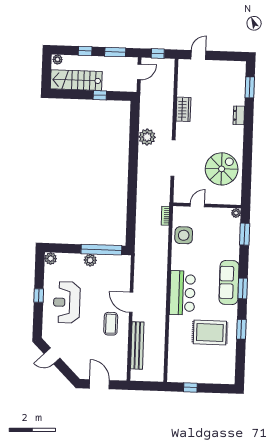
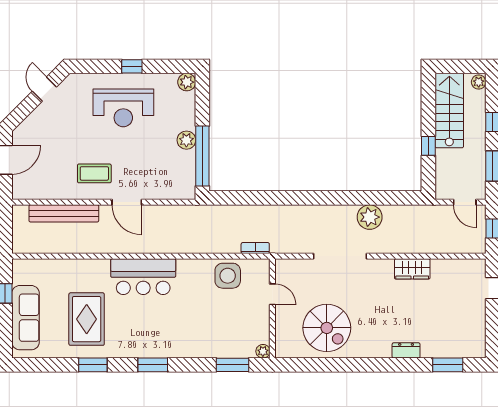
sofa: (229, 282) -> (26, 318), moved, turned 90
reception desk: (67, 302) -> (123, 108), turned 180
door: (131, 302) -> (127, 202), swing flipped

